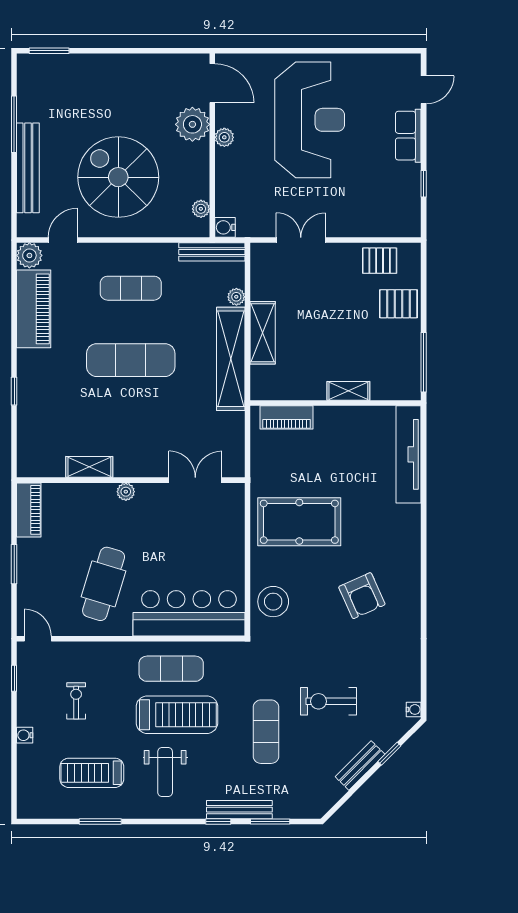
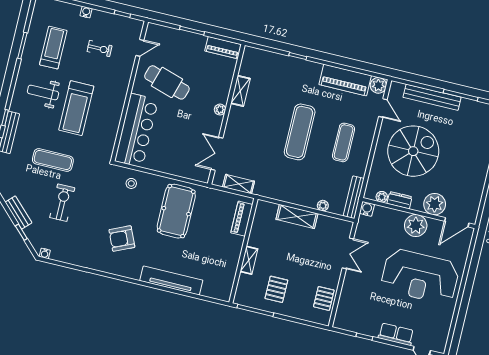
plant: (224, 137) -> (416, 226), width x1.88, depth x1.88
dresser: (199, 180) -> (400, 200), added
pallet: (398, 304) -> (276, 289), moved
shelving: (231, 359) -> (239, 184), moved, width x0.45, depth x0.75
tv unit: (409, 454) -> (171, 281), moved
double door: (195, 480) -> (217, 154), swing flipped
stool: (273, 602) -> (131, 183), width x0.53, depth x0.53
door: (38, 639) -> (140, 48), moved
exercise mat: (171, 669) -> (105, 111), removed

